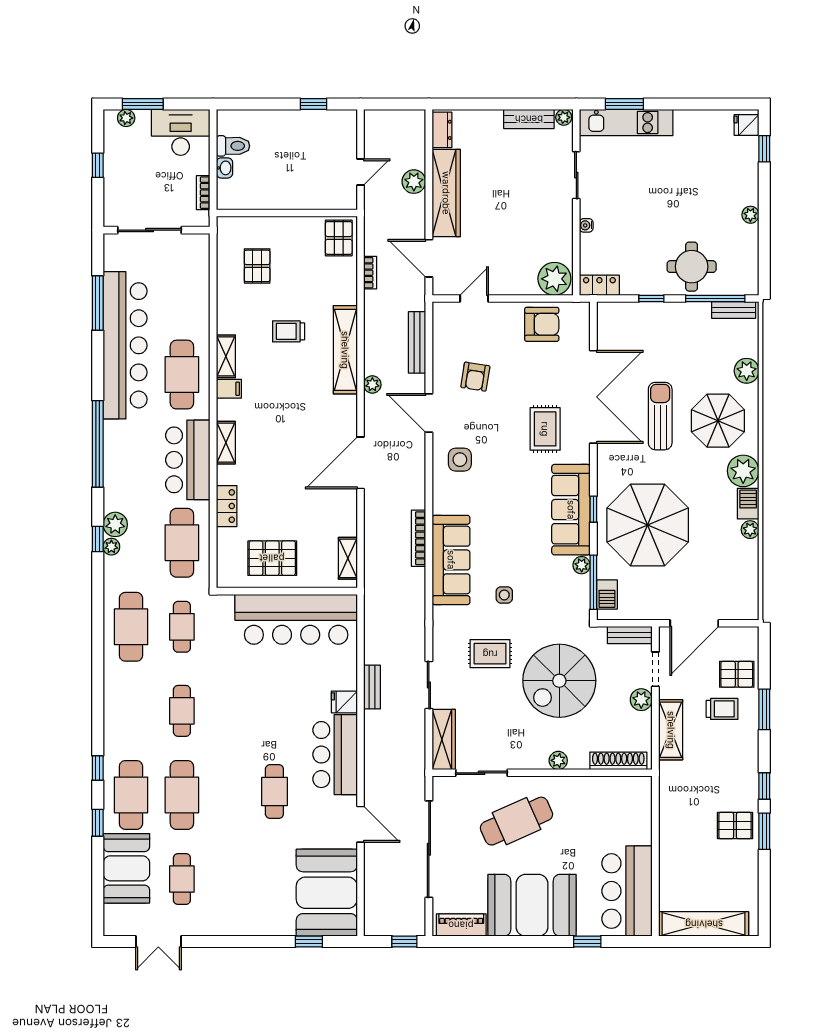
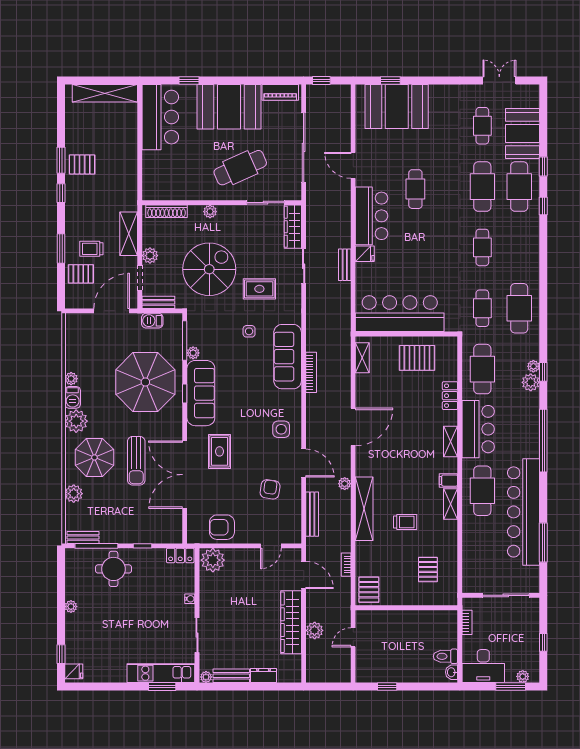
dresser: (442, 130) -> (264, 676), moved, turned 90
washbasin: (224, 168) -> (452, 672), moved
barbecue: (607, 594) -> (152, 321), moved, turned -90
booth: (327, 893) -> (397, 106), moved, turned 90

